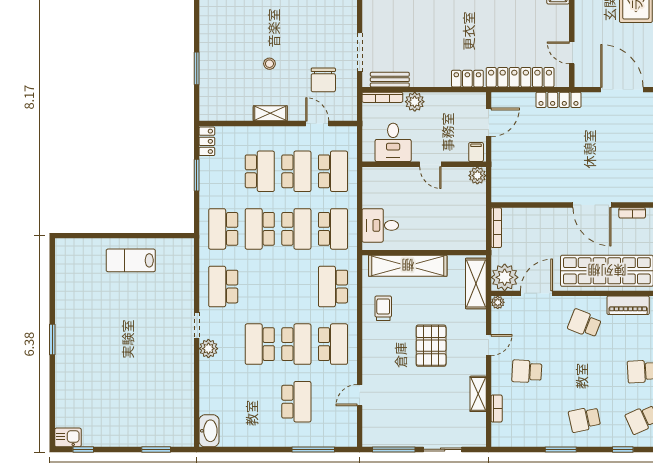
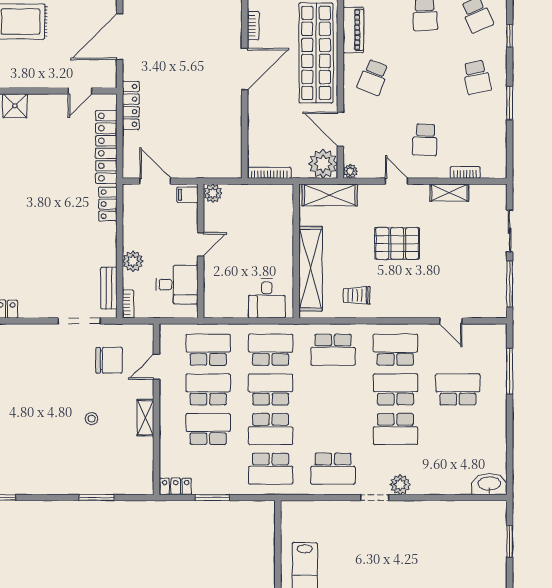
bookcase: (382, 97) -> (128, 304), width x0.64

